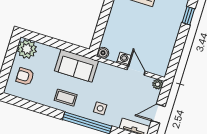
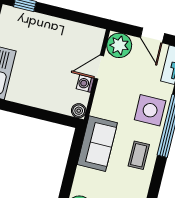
plant: (158, 84) -> (119, 45), width x1.88, depth x1.88
side table: (100, 108) -> (150, 110), width x1.87, depth x1.87

